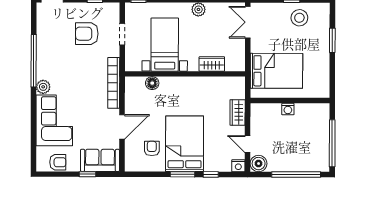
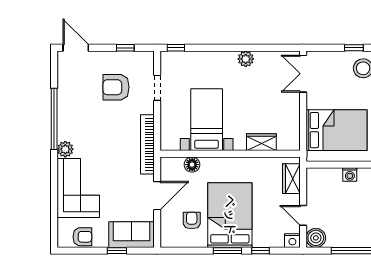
bed with nightstands: (165, 45) -> (207, 120), moved
wardrobe: (212, 64) -> (261, 142), moved
wall: (185, 74) -> (230, 154), moved
floor lamp: (152, 83) -> (192, 165), moved

